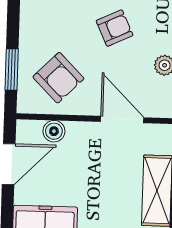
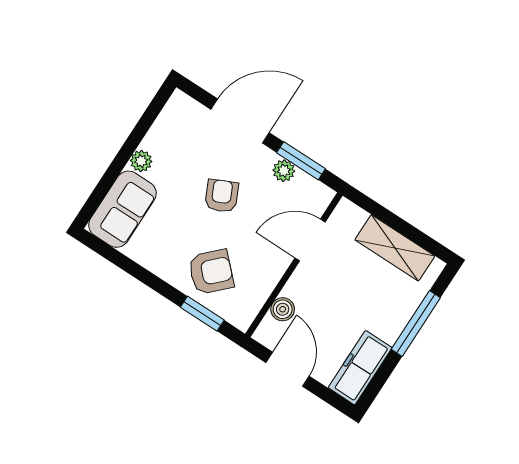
armchair: (58, 78) -> (211, 272), moved

